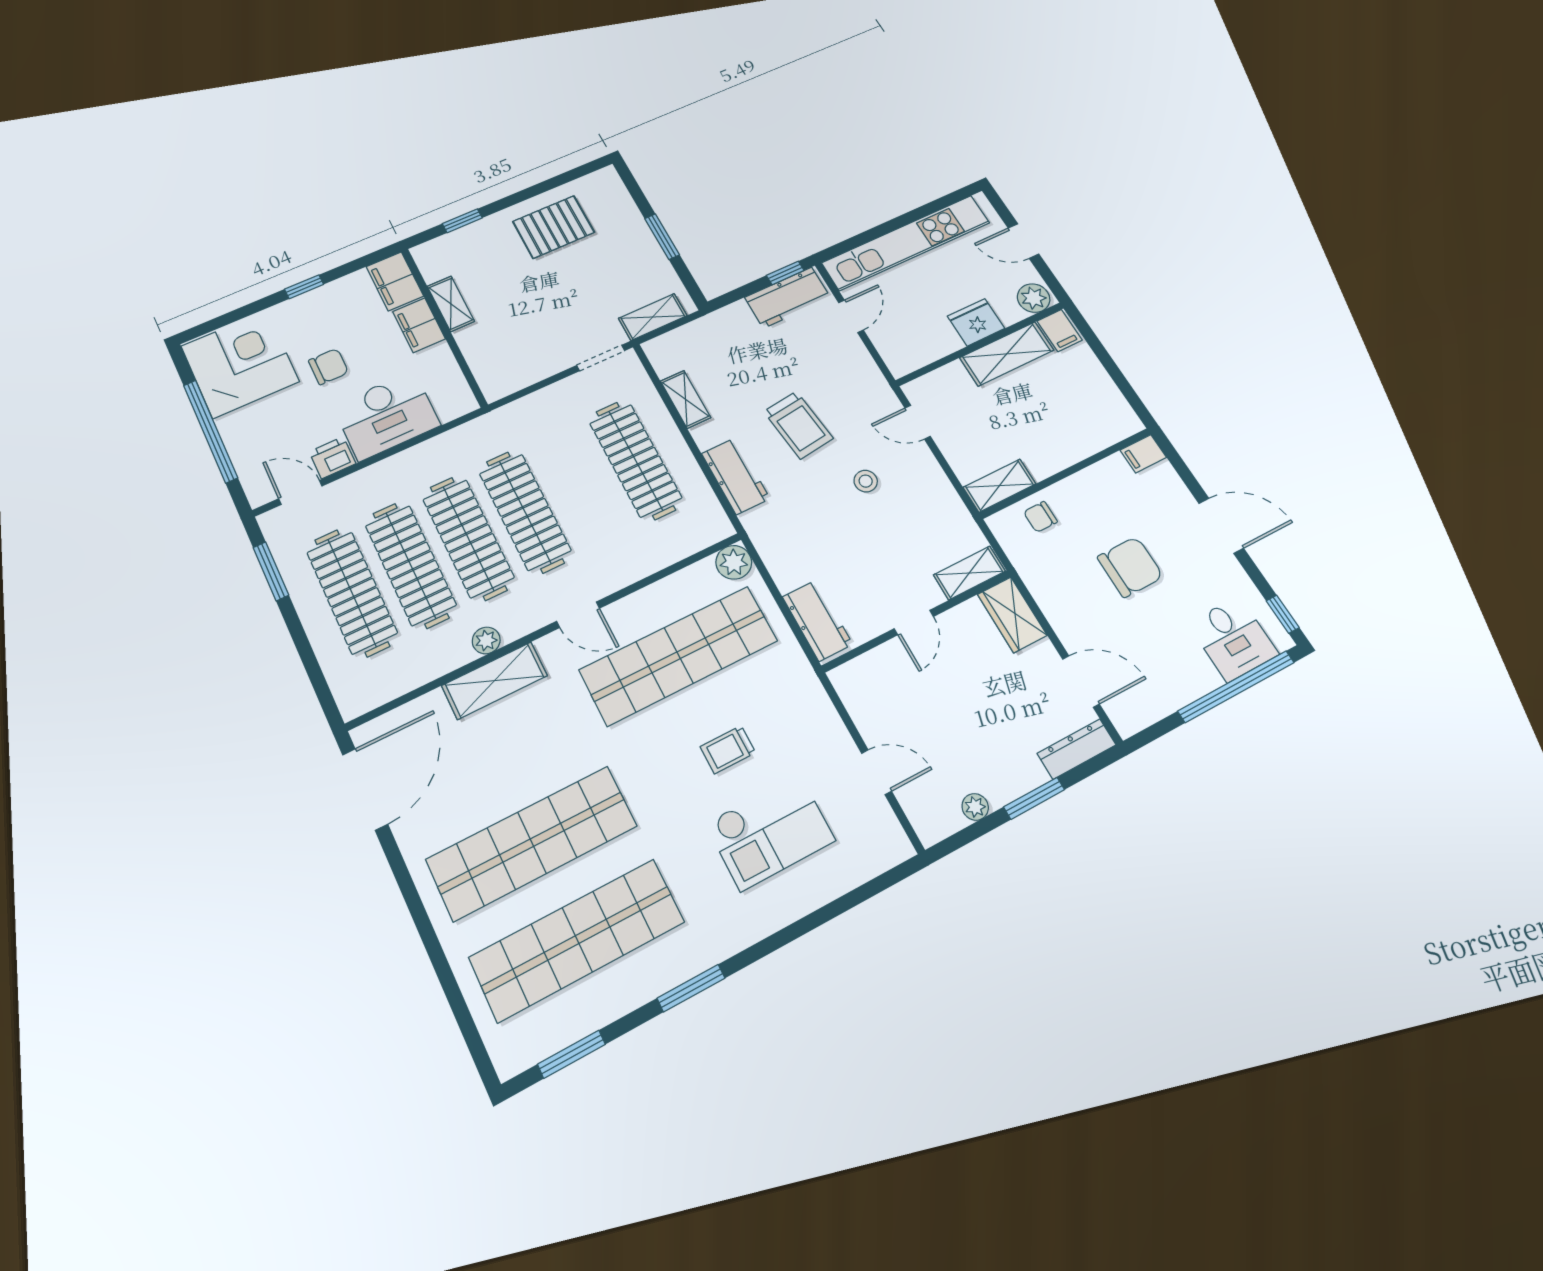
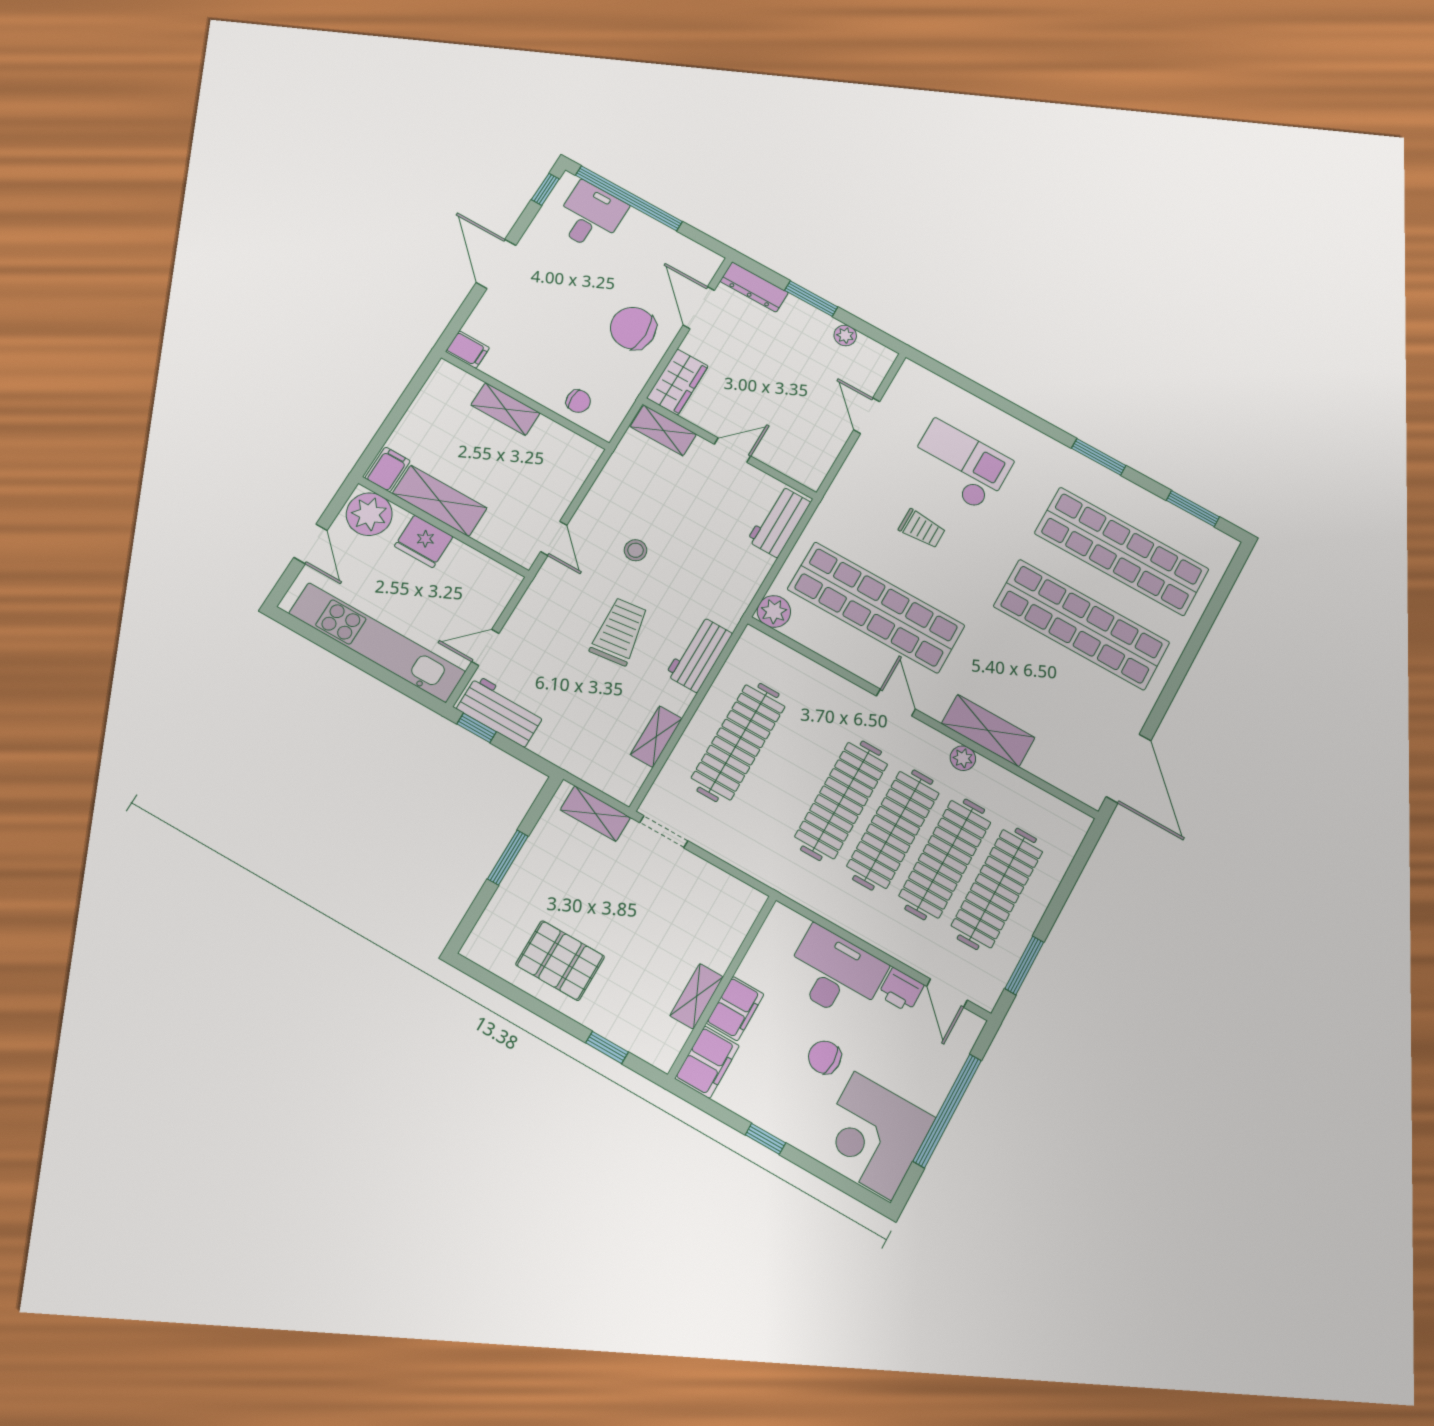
plant: (1034, 298) -> (369, 514), width x1.36, depth x1.36
shelving: (999, 486) -> (505, 409), moved
chair: (1130, 567) -> (633, 328), moved
door: (365, 789) -> (1129, 769), swing flipped

